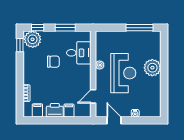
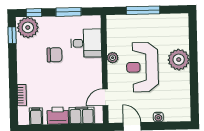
window: (139, 28) -> (143, 10), moved
reception desk: (123, 73) -> (142, 67), turned 180
filing cabinet: (69, 110) -> (82, 115), width x2.00

